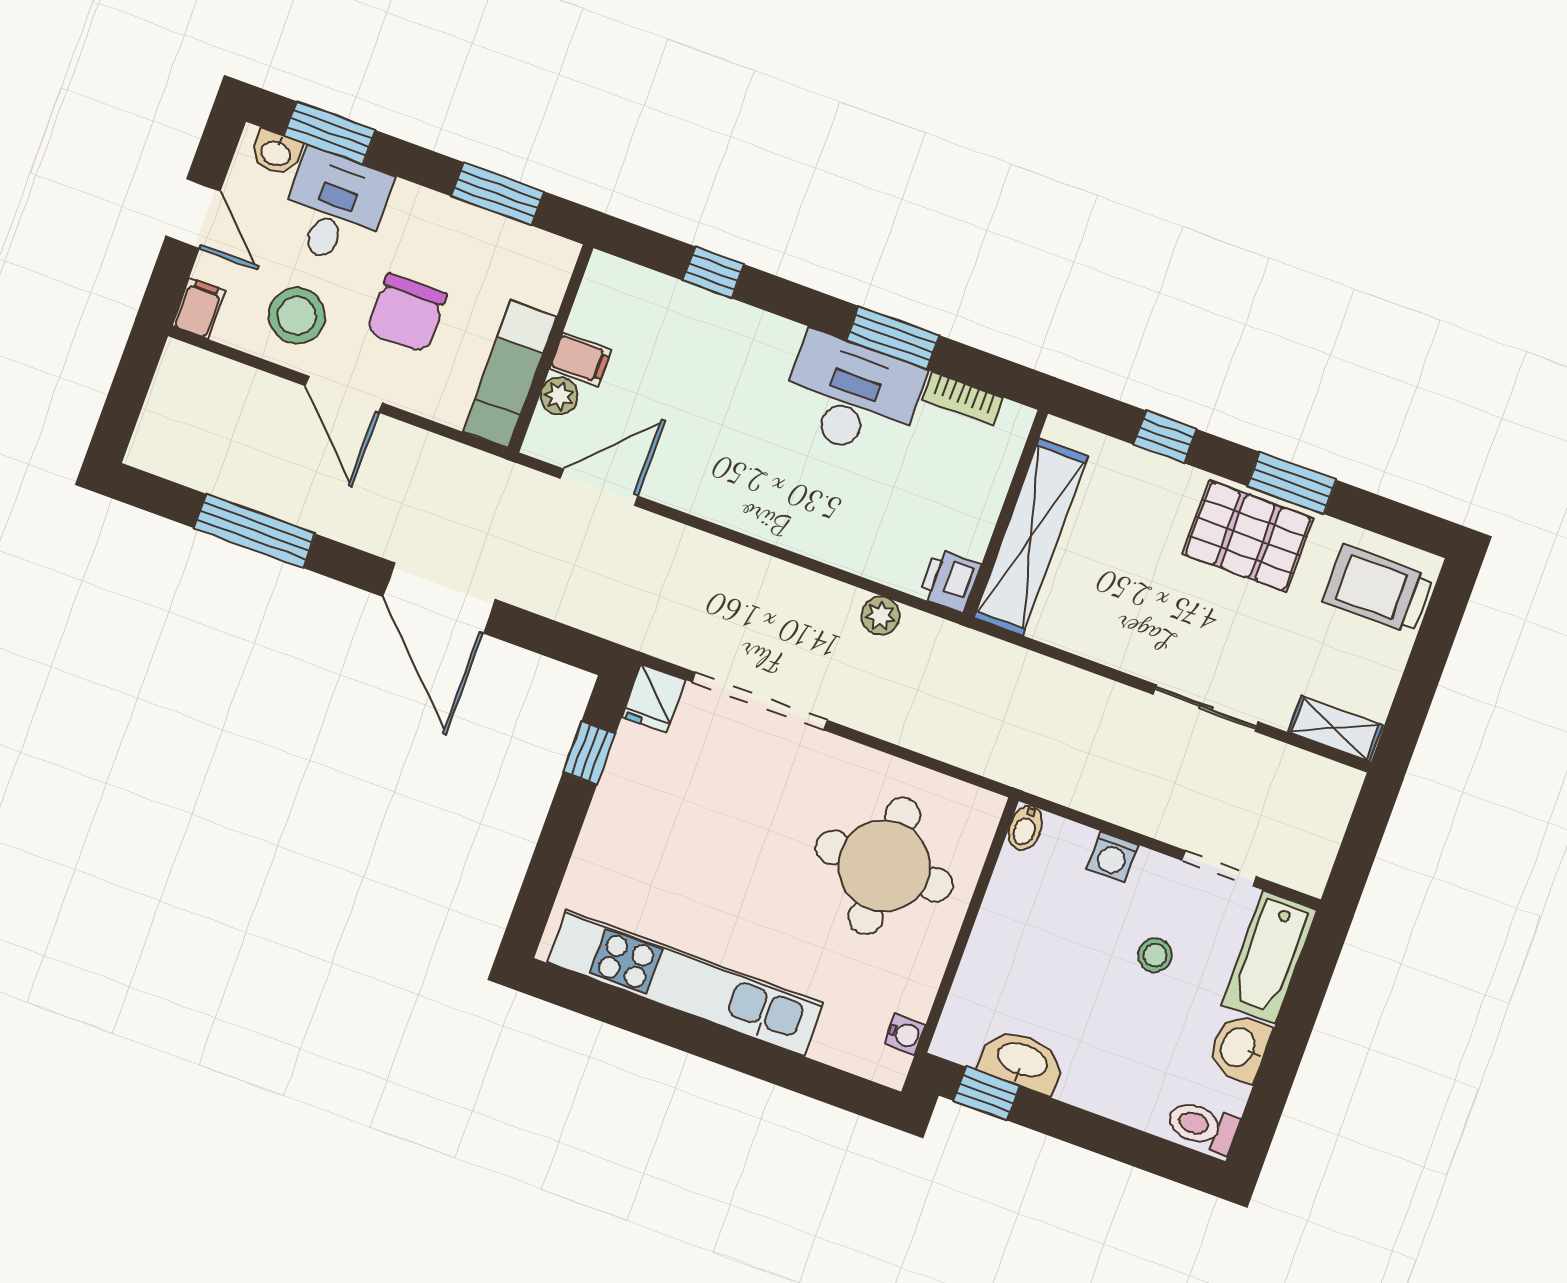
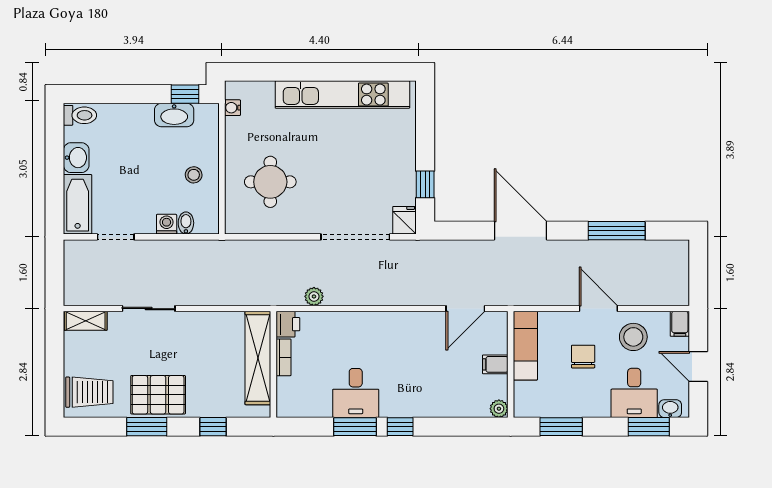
window: (714, 272) -> (400, 427), moved
chair: (407, 313) -> (583, 357), width x0.73, depth x0.73
plant: (559, 396) -> (499, 409), moved
desk: (852, 396) -> (356, 393), width x0.73
bookcase: (963, 399) -> (283, 357), moved, turned 90
bidet: (1025, 828) -> (186, 223), moved
round table: (884, 866) -> (270, 182), width x0.73, depth x0.73
stool: (1155, 955) -> (194, 175), moved

